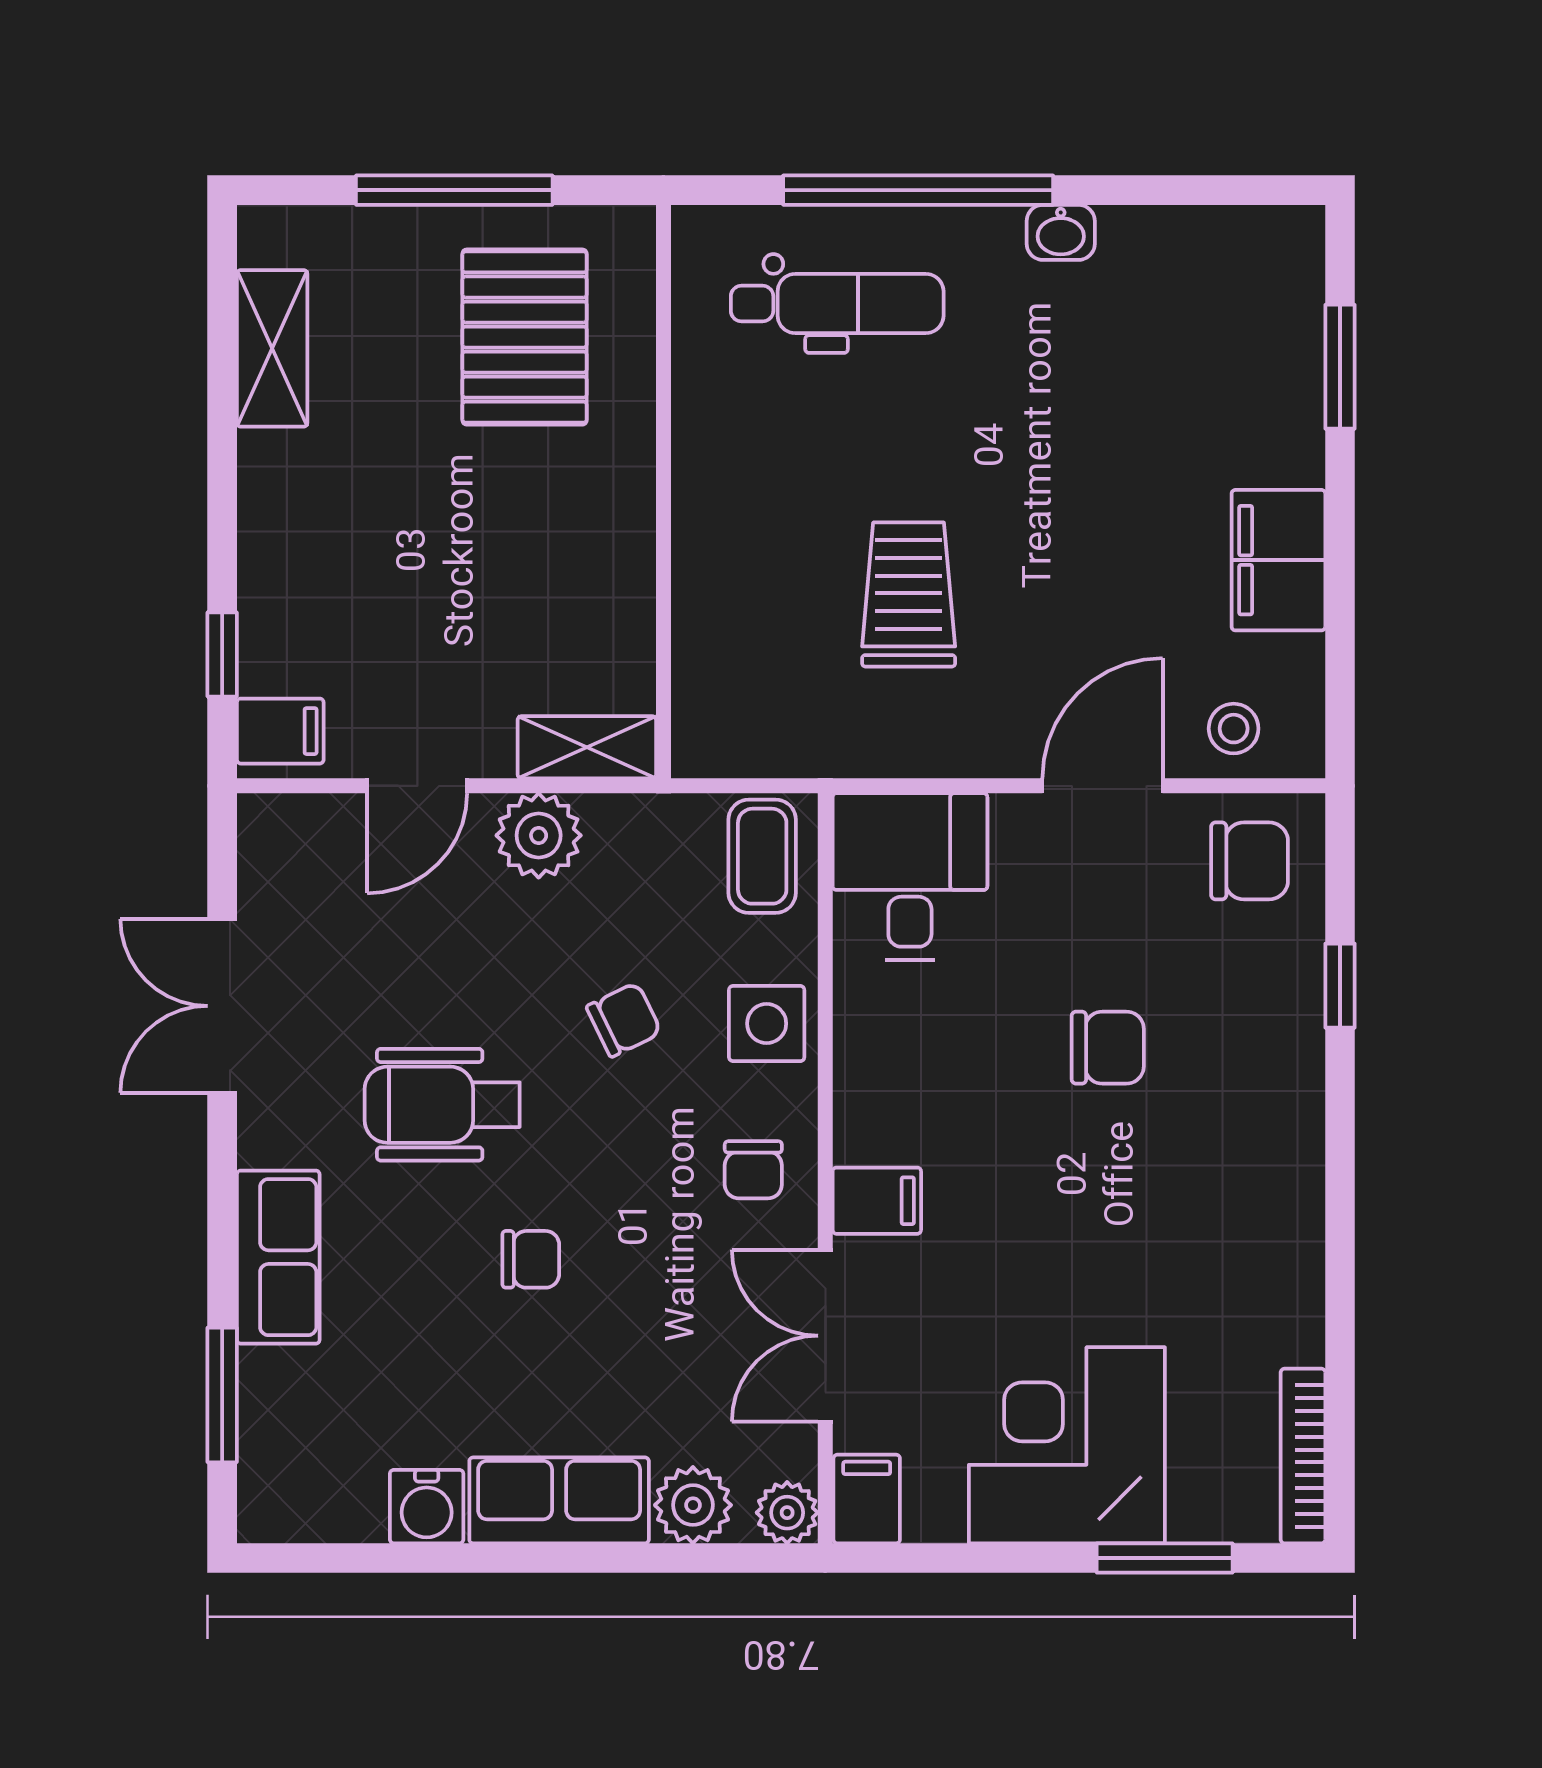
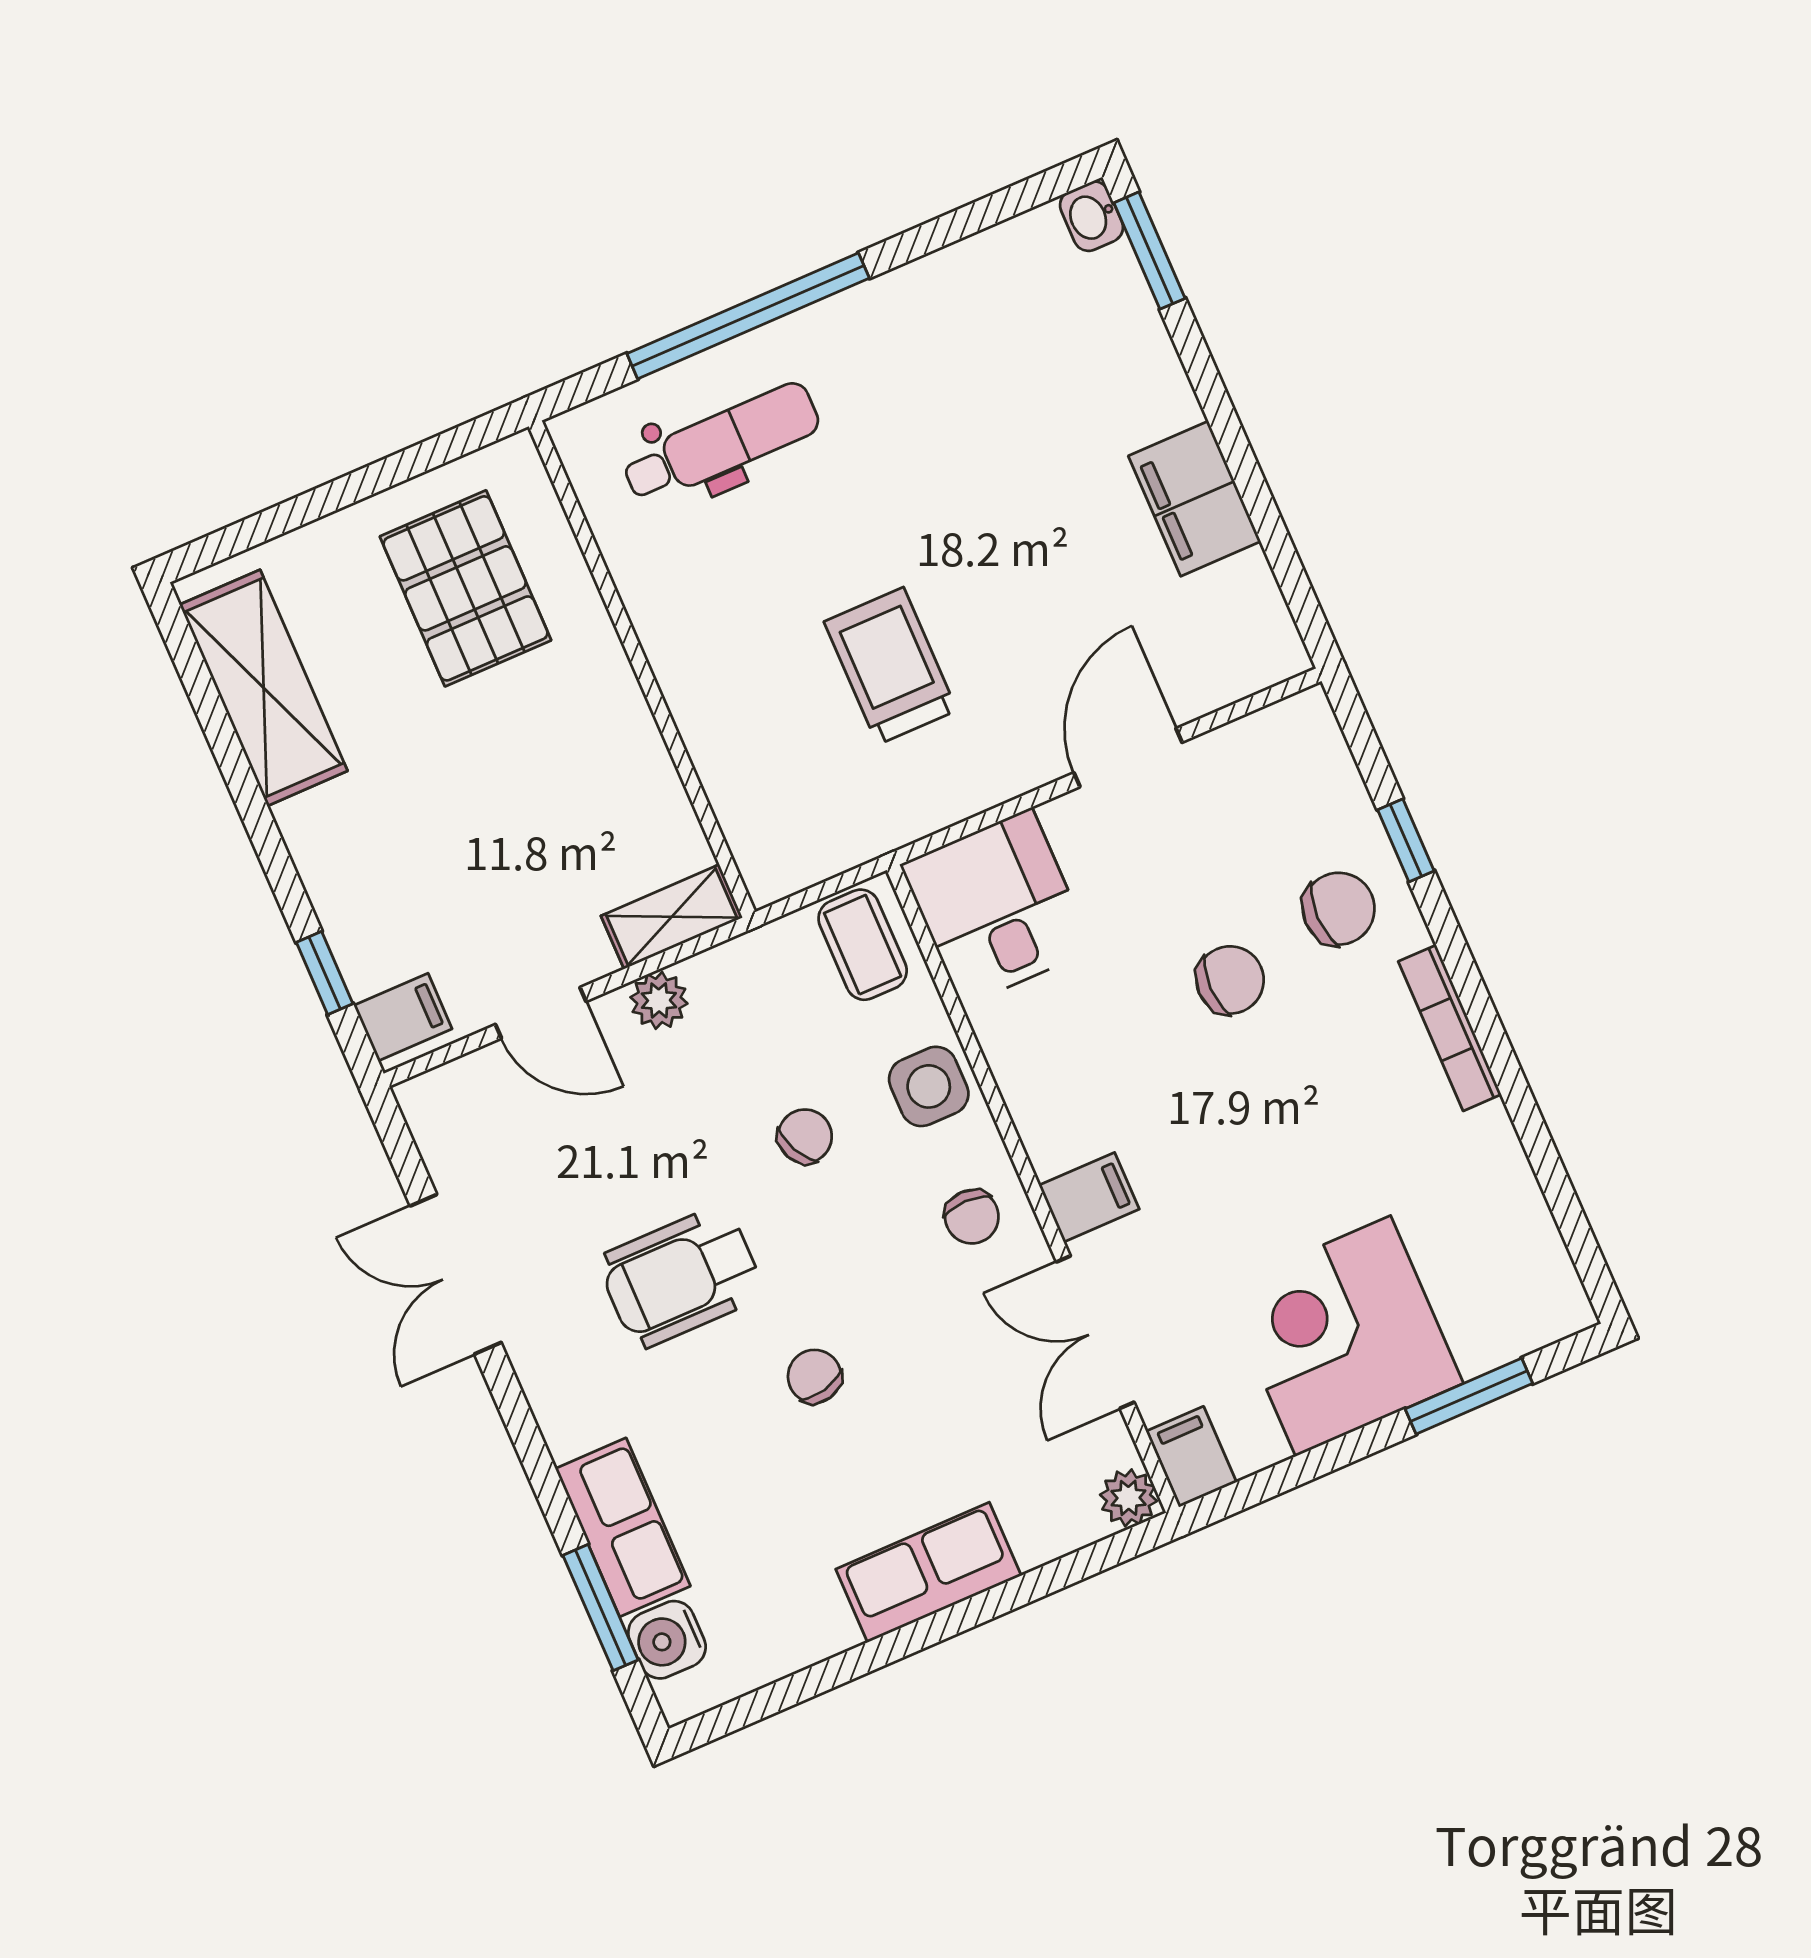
window: (454, 190) -> (351, 489), removed
washbasin: (1061, 232) -> (1091, 216), moved, turned 90
shelving: (272, 348) -> (264, 688), width x1.50, depth x1.33
window: (1340, 367) -> (1149, 251), moved
stool: (1234, 729) -> (1219, 660), removed
door: (417, 786) -> (541, 1013), hinge flipped
plant: (539, 835) -> (659, 1000), width x0.73, depth x0.73
chair: (1250, 861) -> (1339, 909), moved
row of seats: (278, 1257) -> (623, 1527), moved
chair: (531, 1259) -> (814, 1376), turned -103
bookcase: (1303, 1456) -> (1450, 1028), moved
plant: (693, 1505) -> (1045, 1527), removed
water cooler: (427, 1507) -> (667, 1640), moved, turned 90

